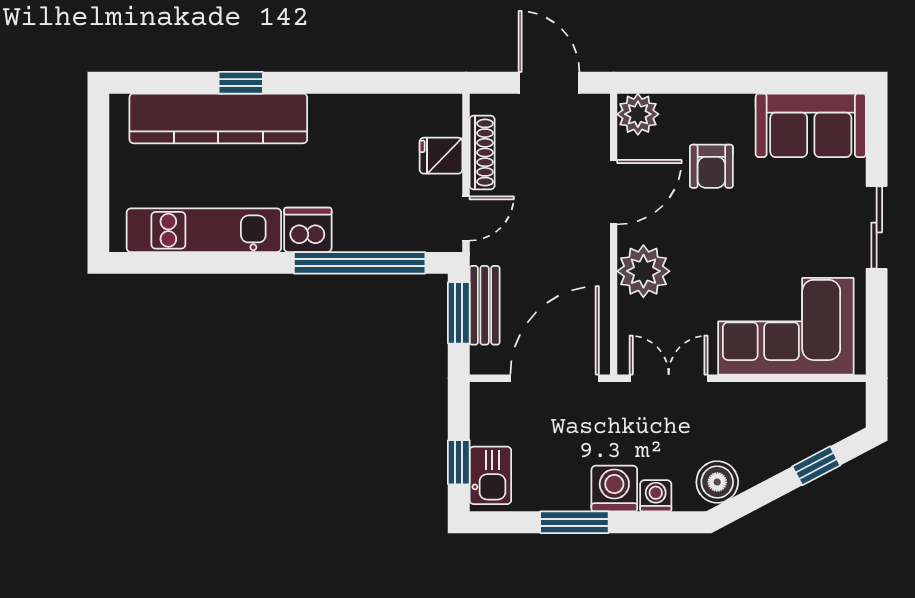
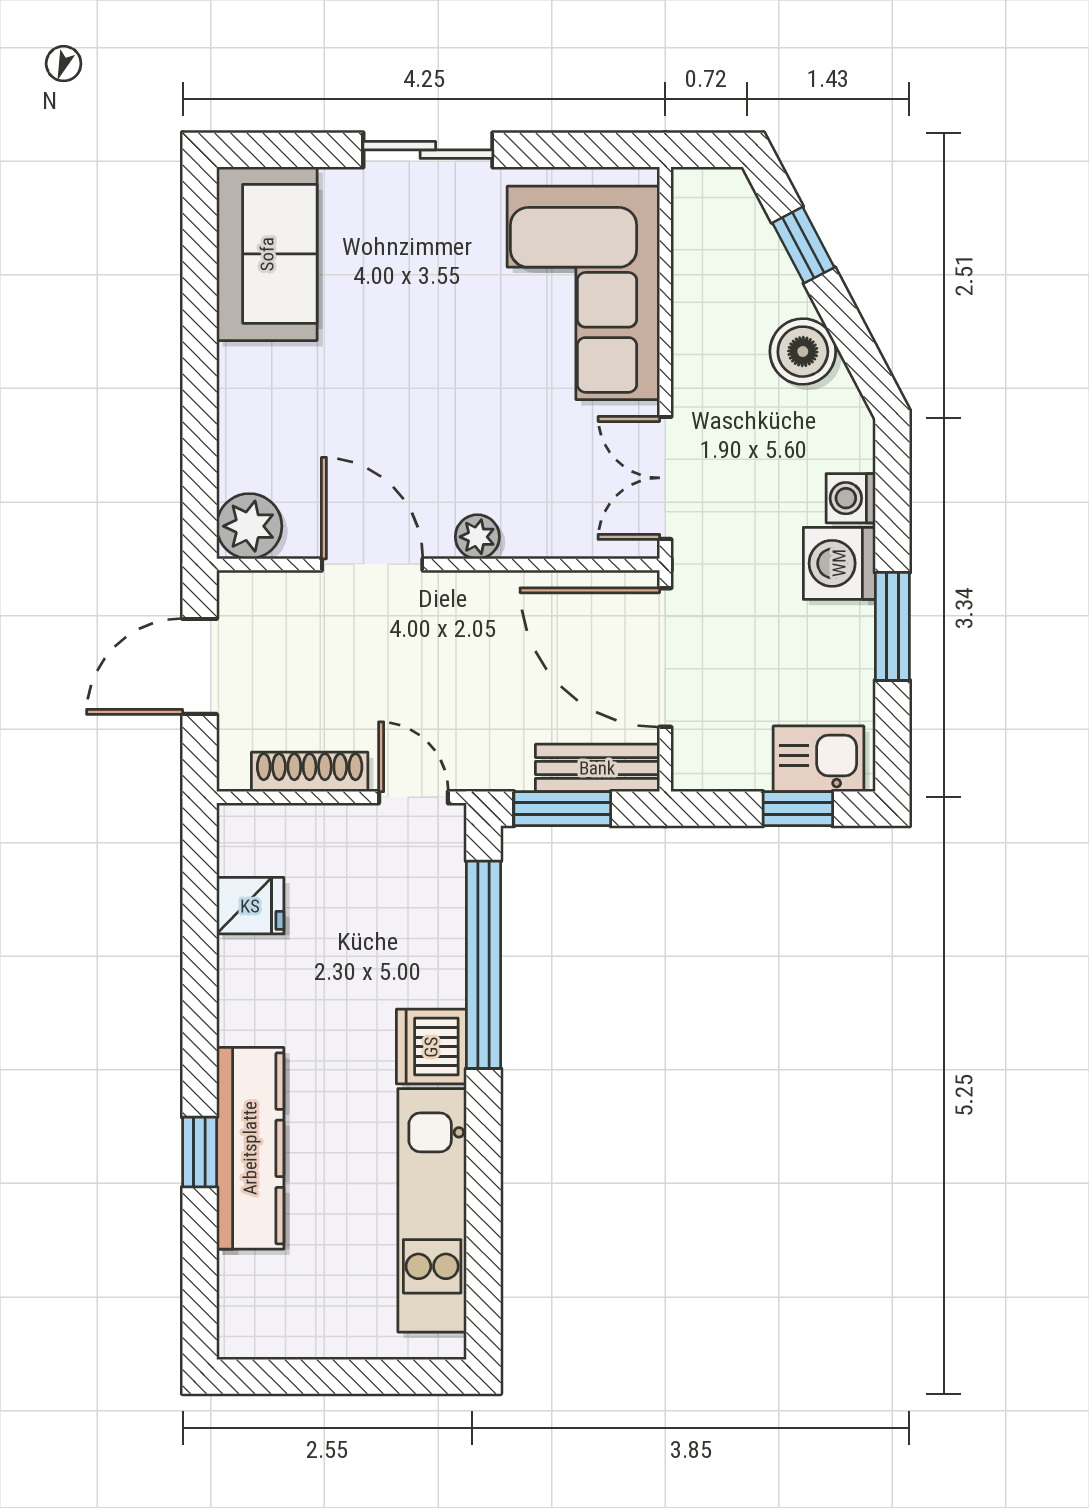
kitchen counter: (218, 118) -> (250, 1148), width x0.72, depth x0.86
fridge: (441, 156) -> (250, 906), moved, turned -90
armchair: (711, 166) -> (331, 410), removed
plant: (643, 271) -> (477, 537), width x0.53, depth x0.53
bench: (485, 305) -> (597, 768), moved
boiler: (717, 482) -> (803, 352), moved

